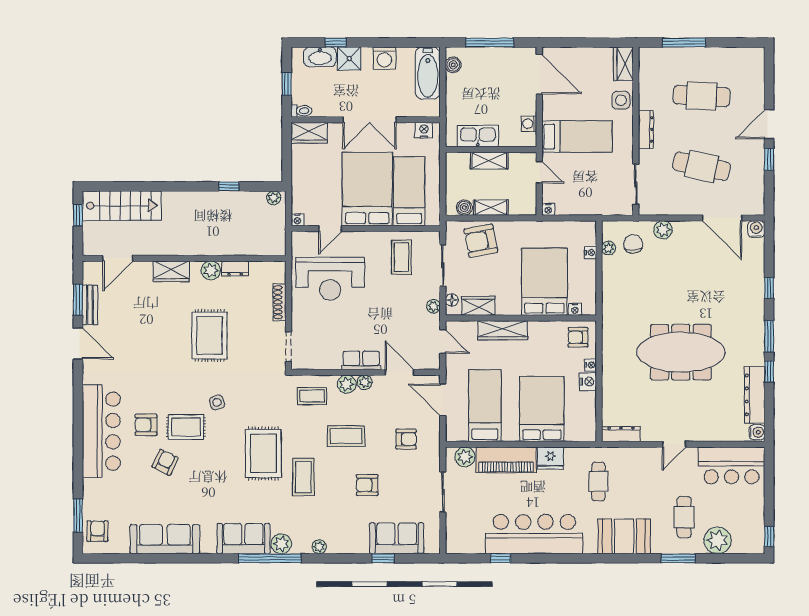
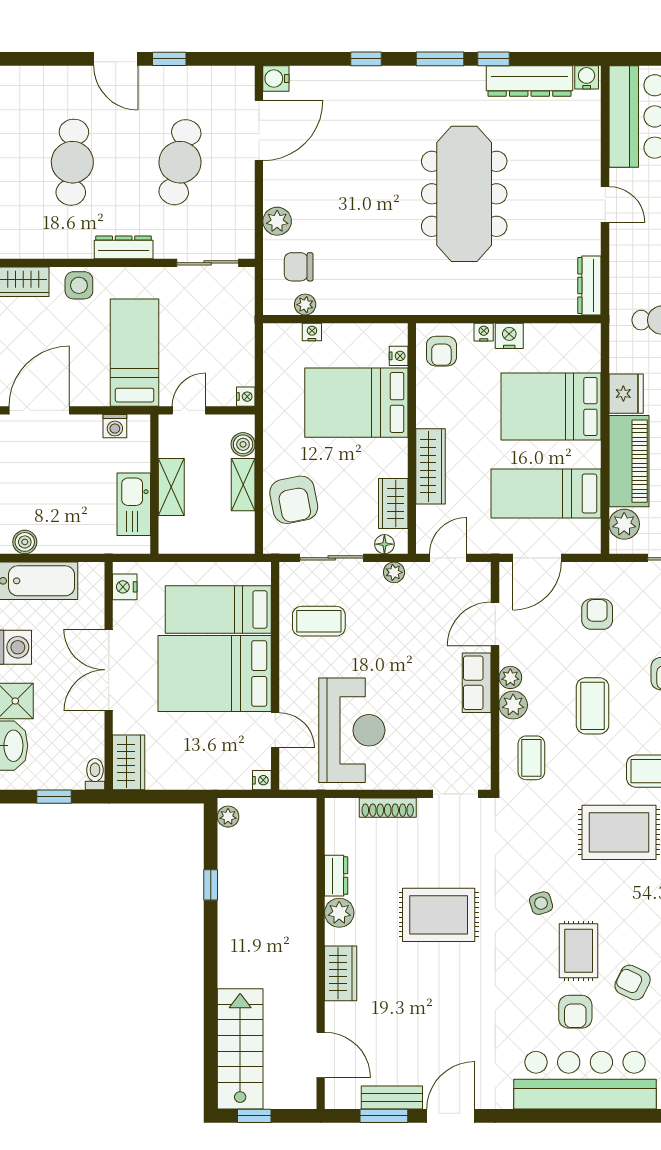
double door: (370, 120) -> (109, 670), swing flipped
boiler: (464, 208) -> (243, 444), moved

